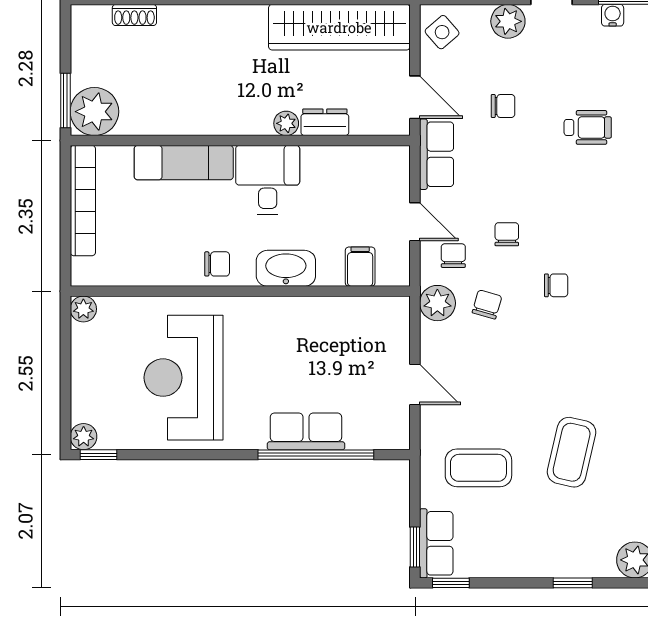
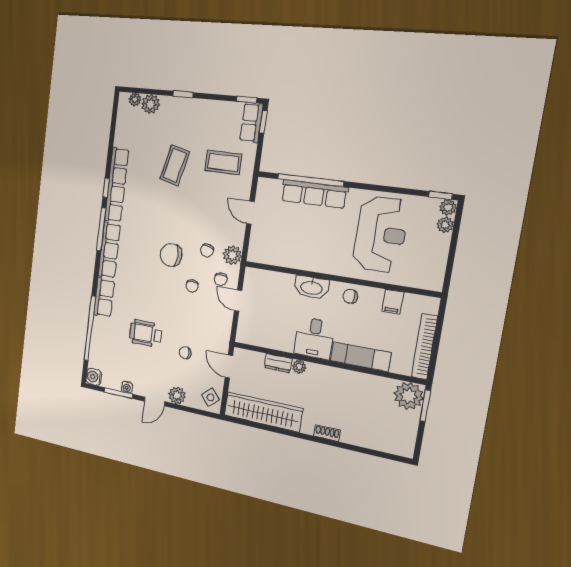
shoe rack: (134, 15) -> (327, 433), moved
wheelchair: (588, 127) -> (145, 333), width x1.36, depth x1.37
row of seats: (437, 154) -> (222, 334), removed
filing cabinet: (360, 267) -> (393, 302), moved
chair: (556, 285) -> (171, 255), width x1.87, depth x1.87
plant: (83, 309) -> (445, 225), moved
row of seats: (306, 431) -> (314, 194), width x1.48

